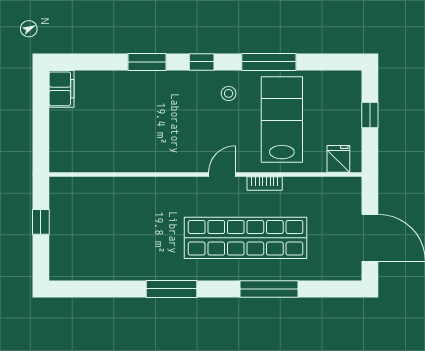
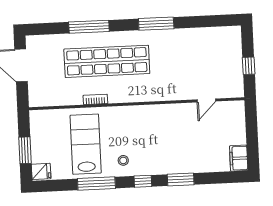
window: (370, 115) -> (25, 150), width x1.50
lab bench: (282, 120) -> (86, 144), turned 180
fridge: (338, 159) -> (41, 171), moved, turned -90
door: (222, 174) -> (206, 100), moved

